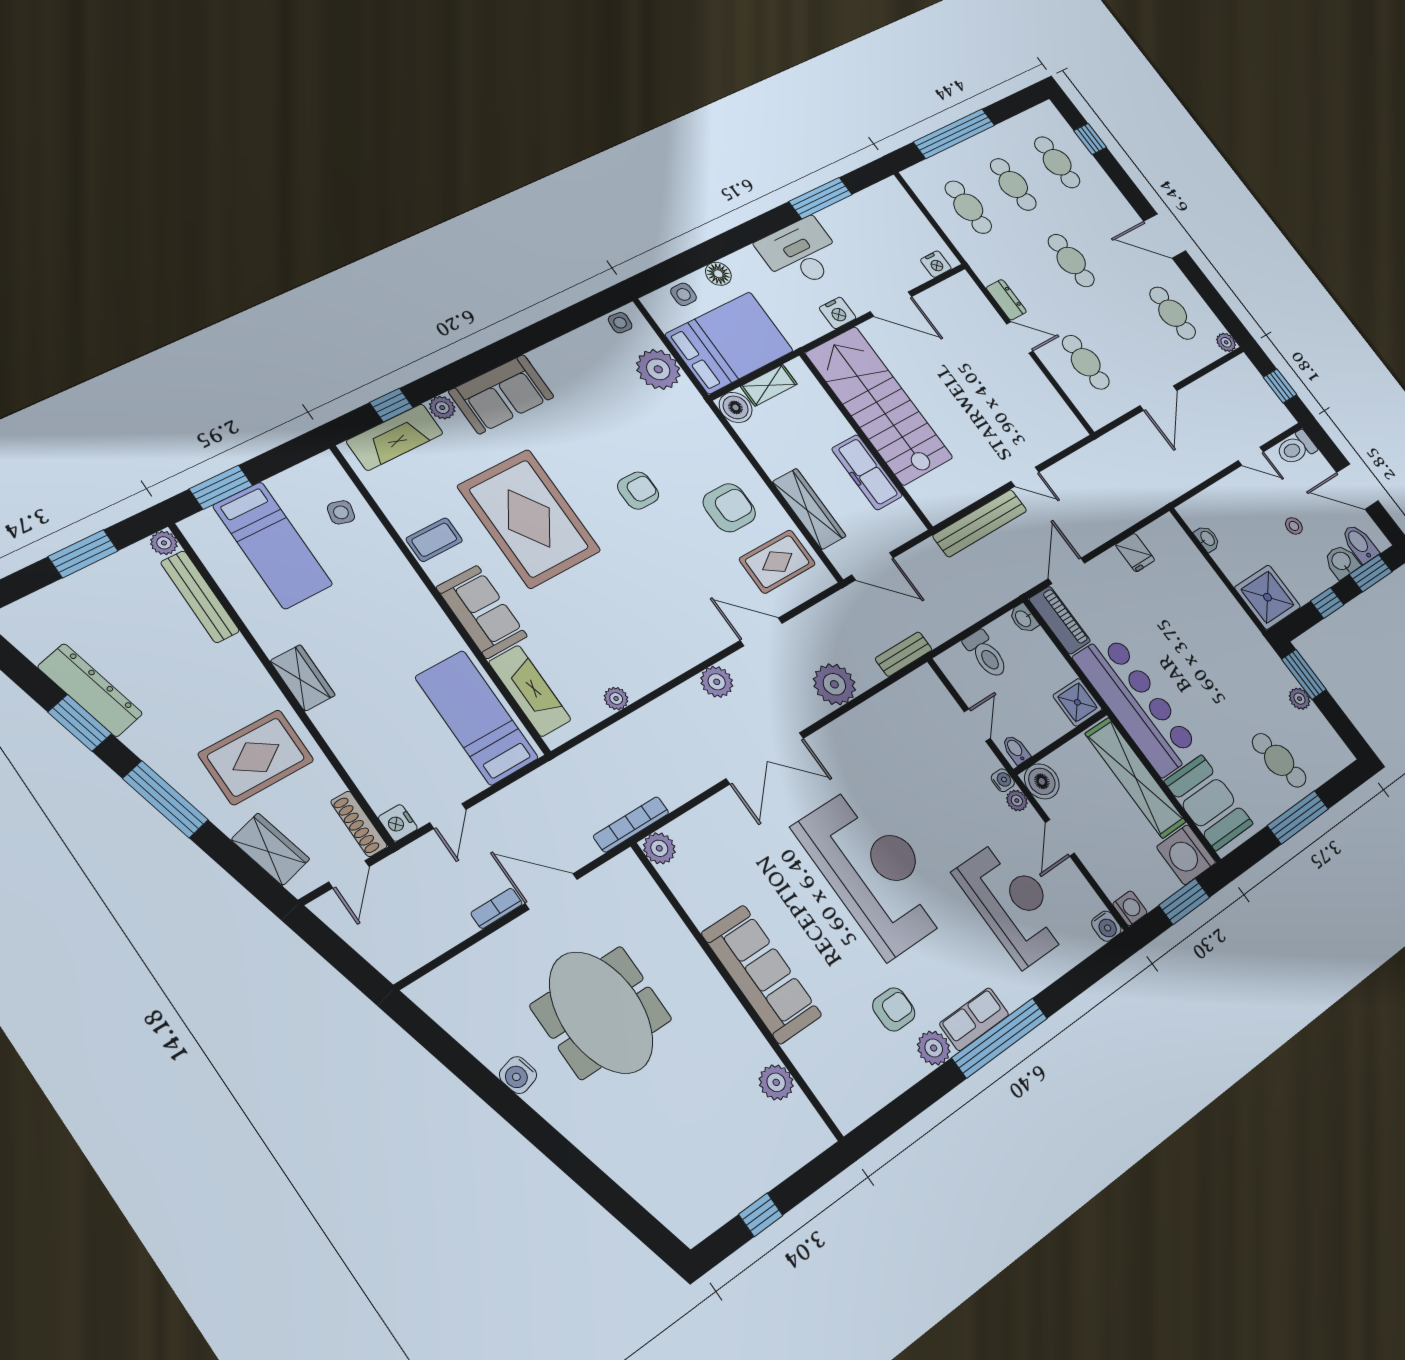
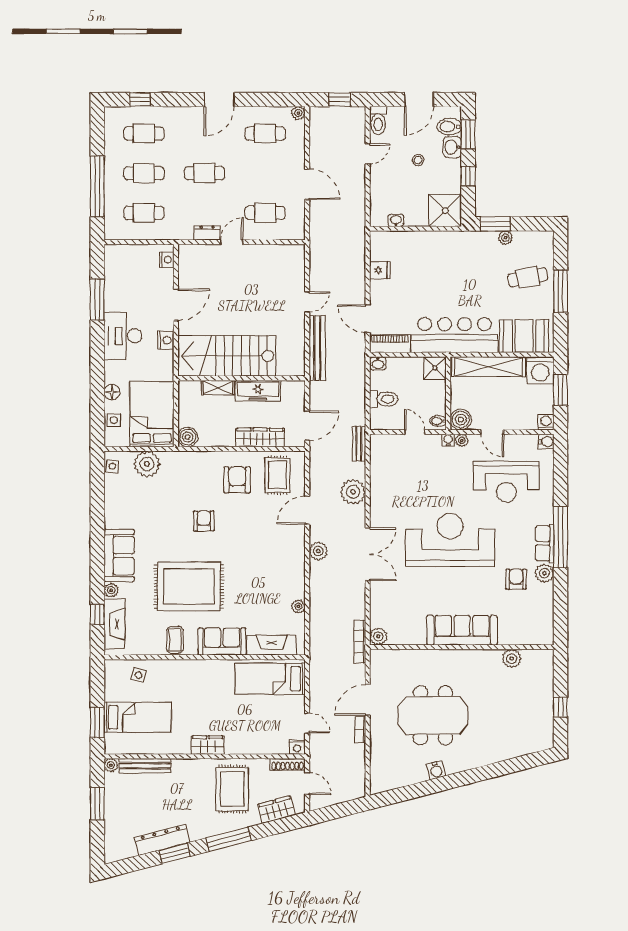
shelving: (769, 385) -> (218, 388), moved, turned 90
reception desk: (1013, 903) -> (506, 482), turned 180

